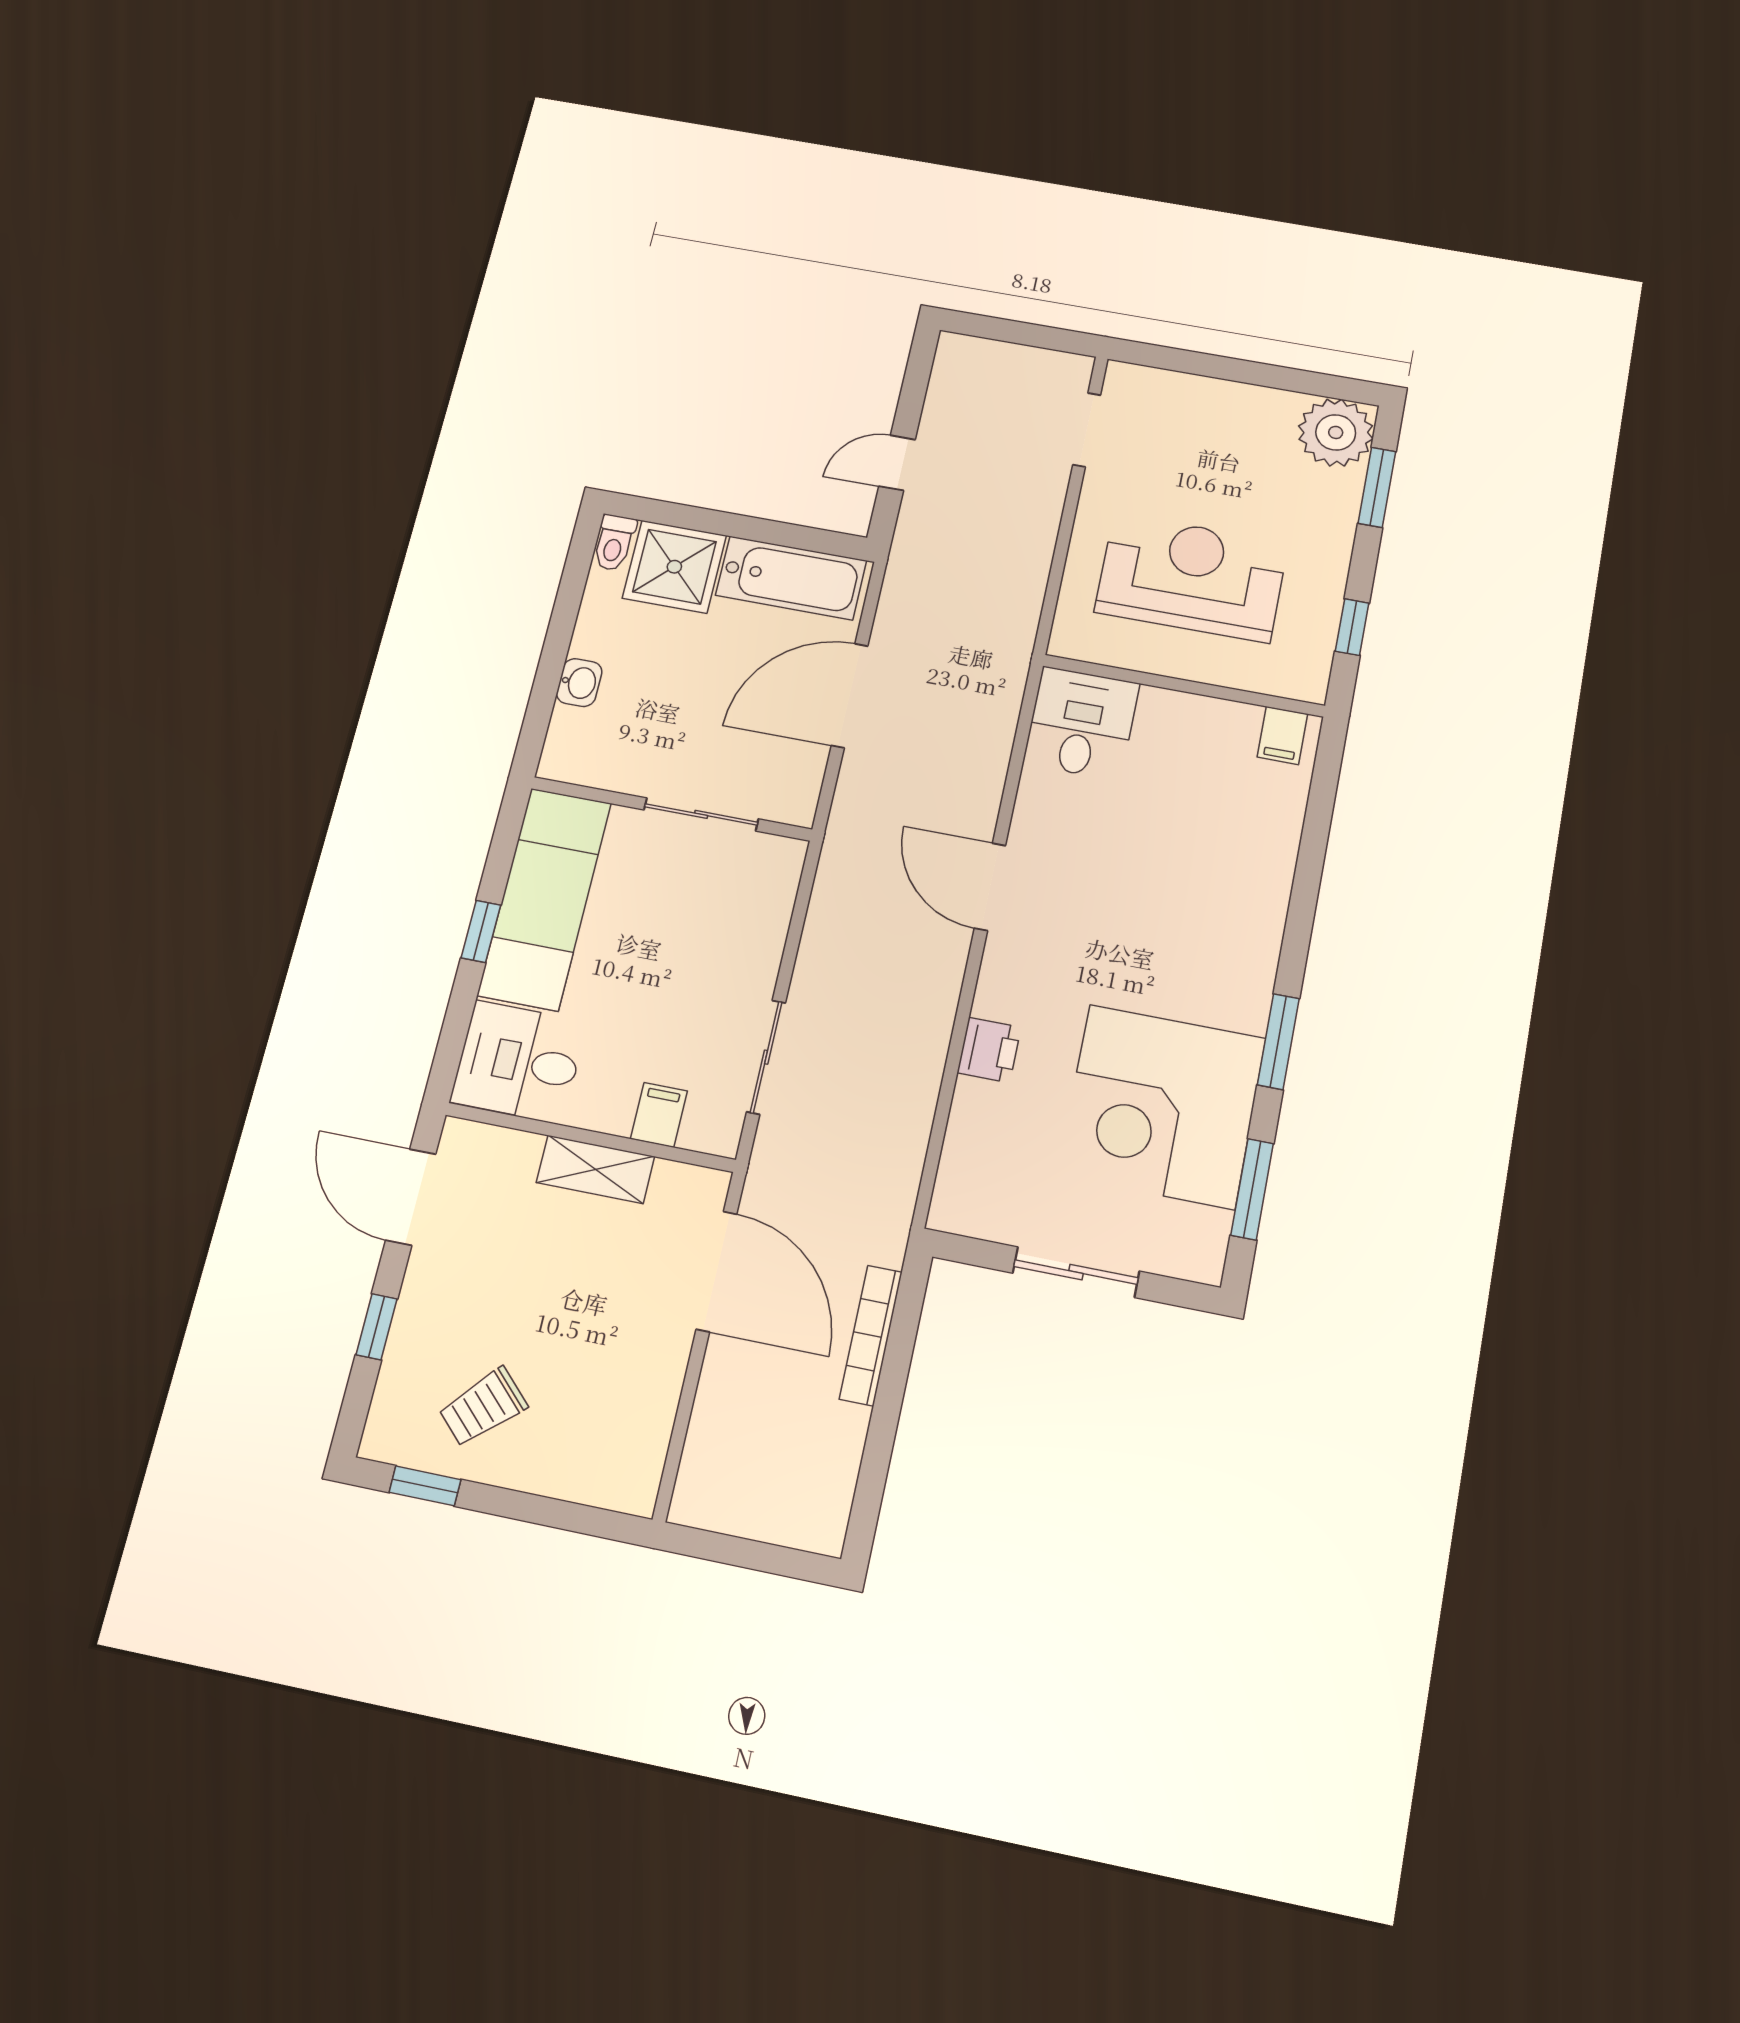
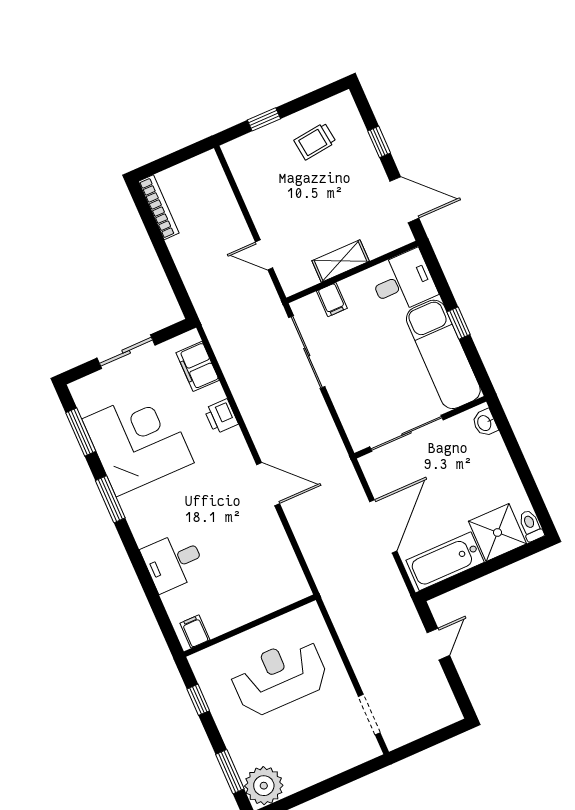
reception desk: (1191, 577) -> (279, 677), turned 180
washbasin: (579, 683) -> (485, 423), moved
desk: (1081, 723) -> (173, 562), moved, turned 90
sliding door: (701, 814) -> (406, 433), width x1.37
sliding door: (766, 1057) -> (307, 352), width x1.37
filing cabinet: (969, 1161) -> (198, 366), added
door: (717, 1271) -> (264, 255), width x0.53
bookcase: (871, 1335) -> (159, 207), moved
trolley: (483, 1407) -> (315, 141), turned -142
window: (425, 1486) -> (264, 119), moved

